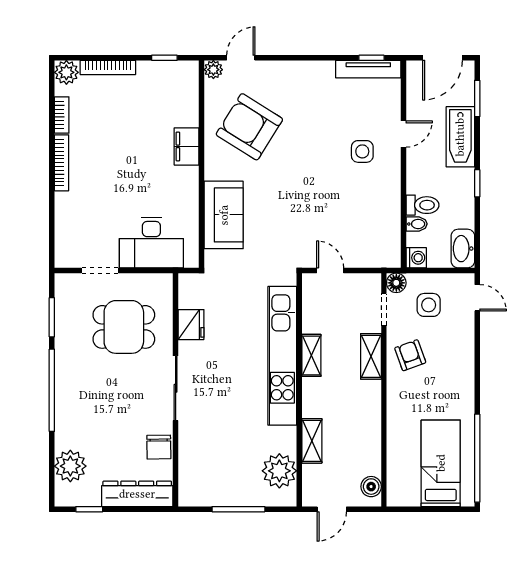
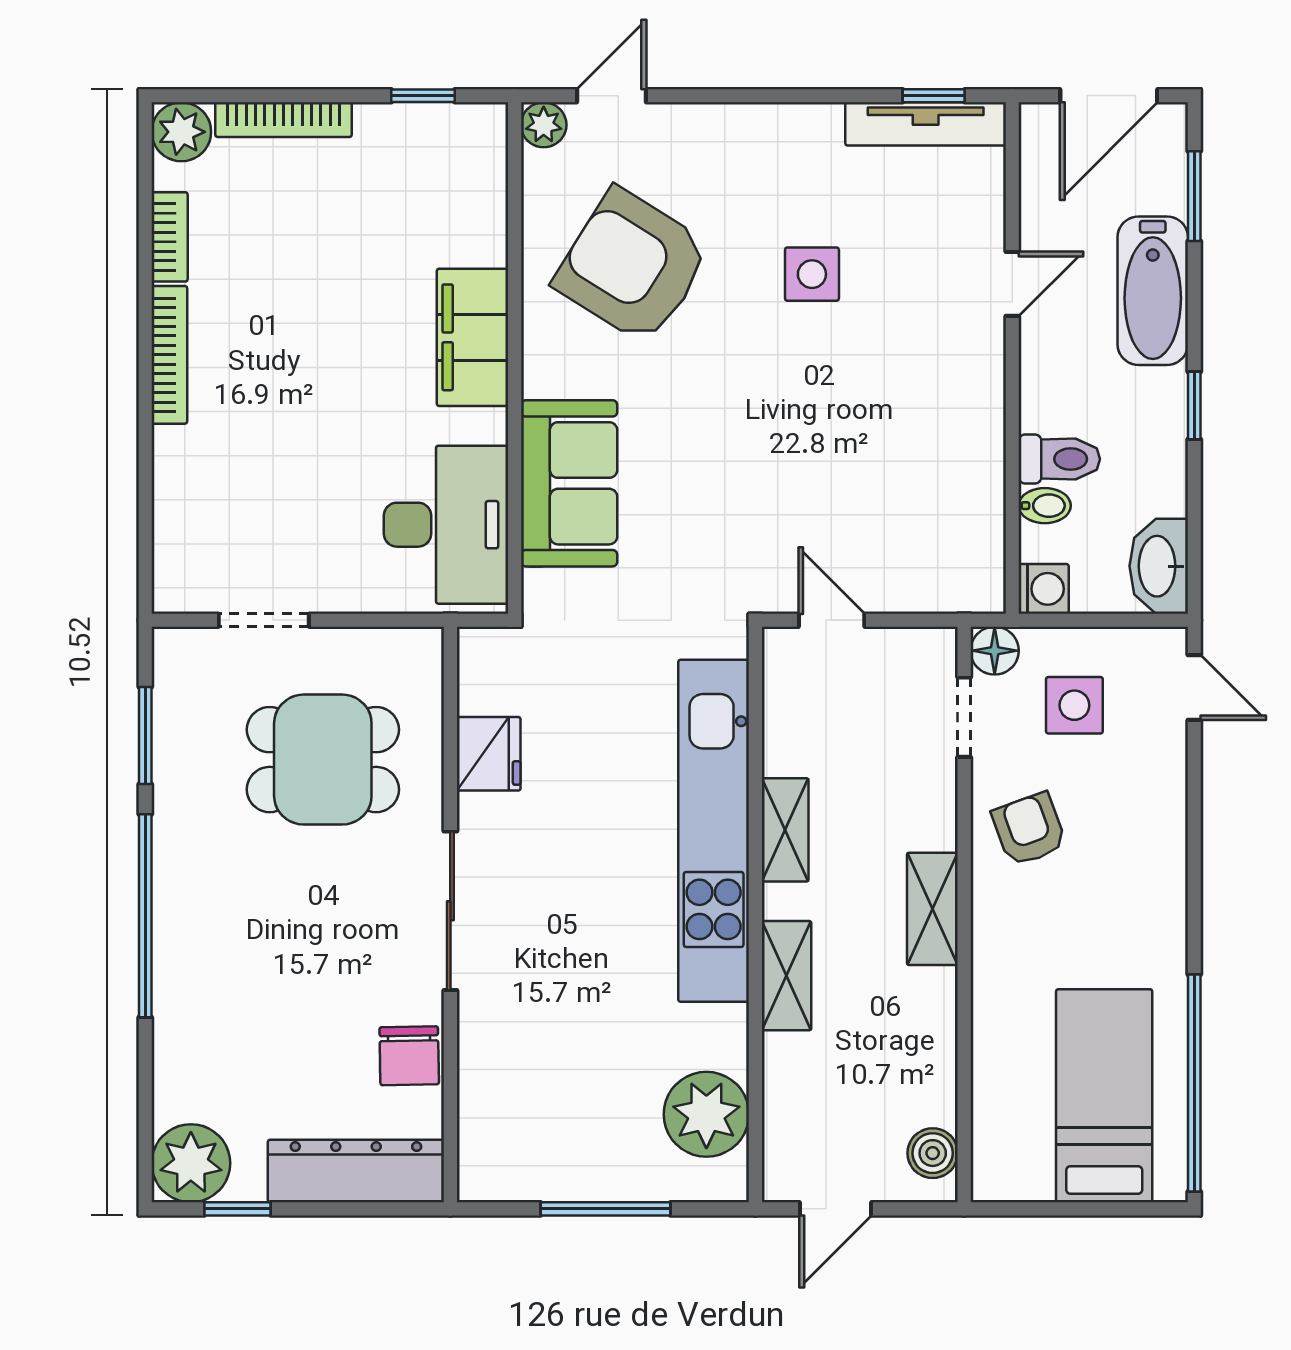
filing cabinet: (187, 146) -> (473, 337), width x1.50, depth x1.17
side table: (362, 151) -> (812, 274), moved
desk: (151, 243) -> (446, 525), moved, turned -90
shelving: (371, 356) -> (932, 909), moved
shelving: (312, 441) -> (786, 976), moved
plant: (70, 466) -> (191, 1163), moved

